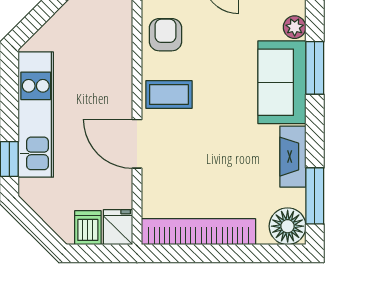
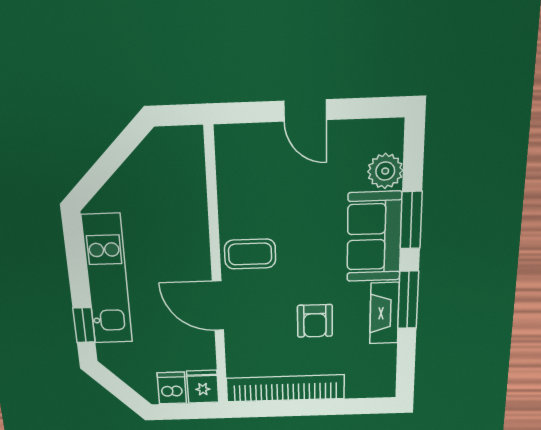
plant: (295, 27) -> (385, 171), width x1.38, depth x1.38
armchair: (166, 35) -> (315, 321), moved, turned 180
window: (315, 196) -> (408, 300), moved
floor lamp: (288, 226) -> (377, 381), removed

